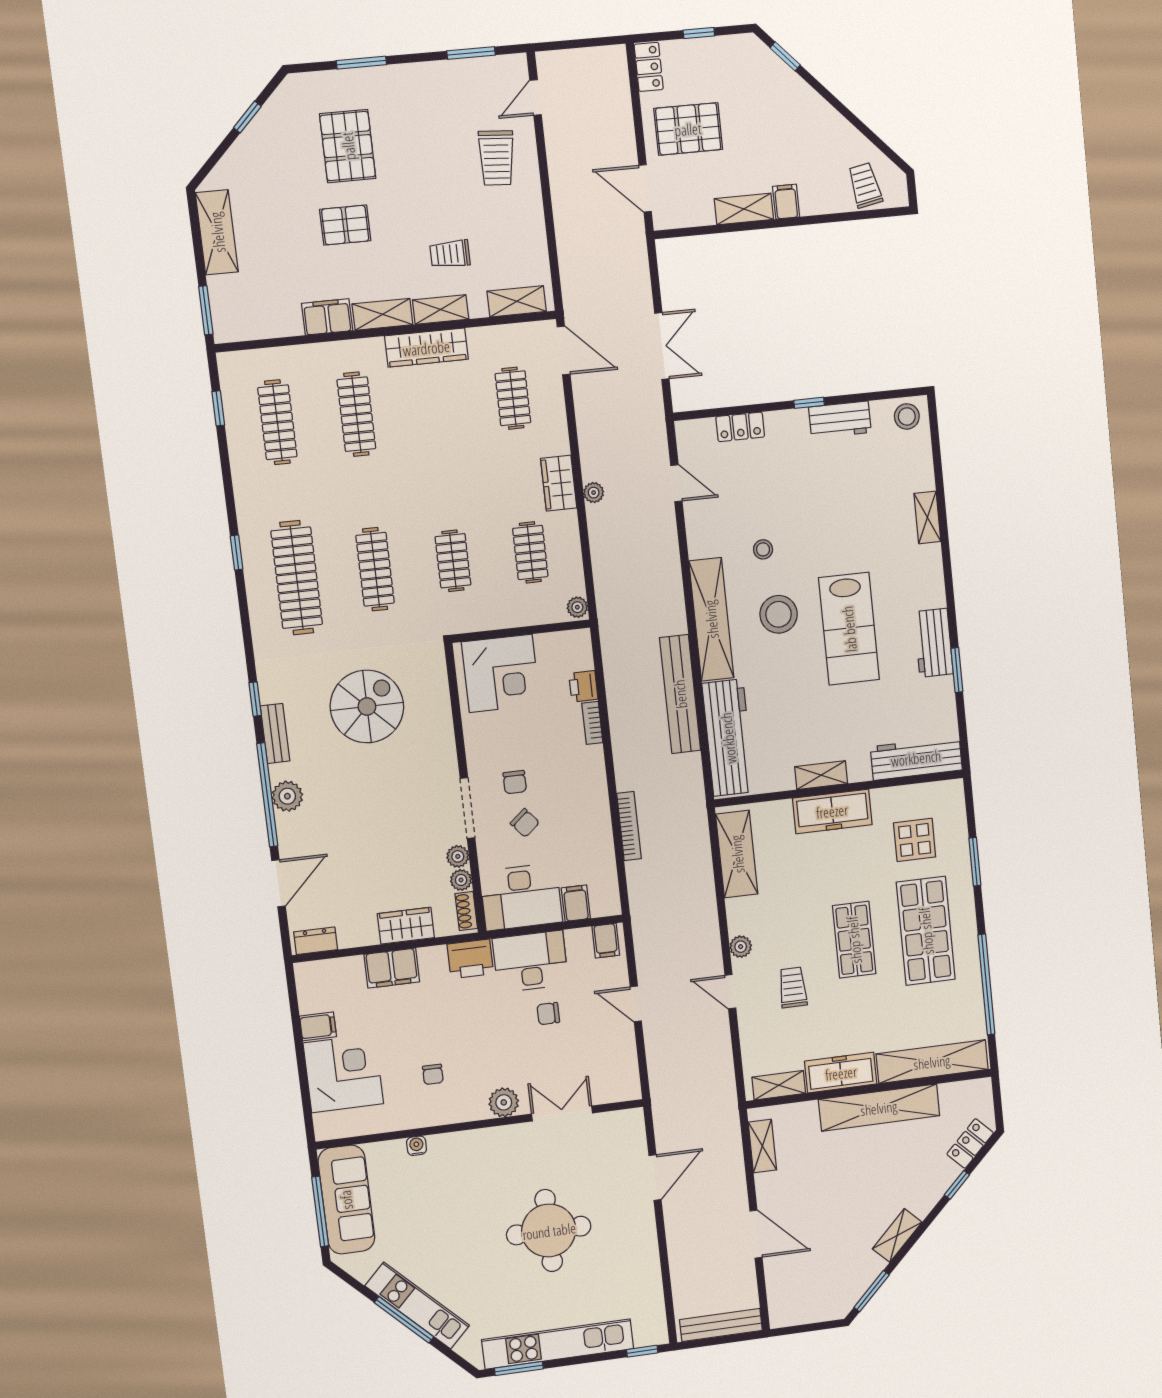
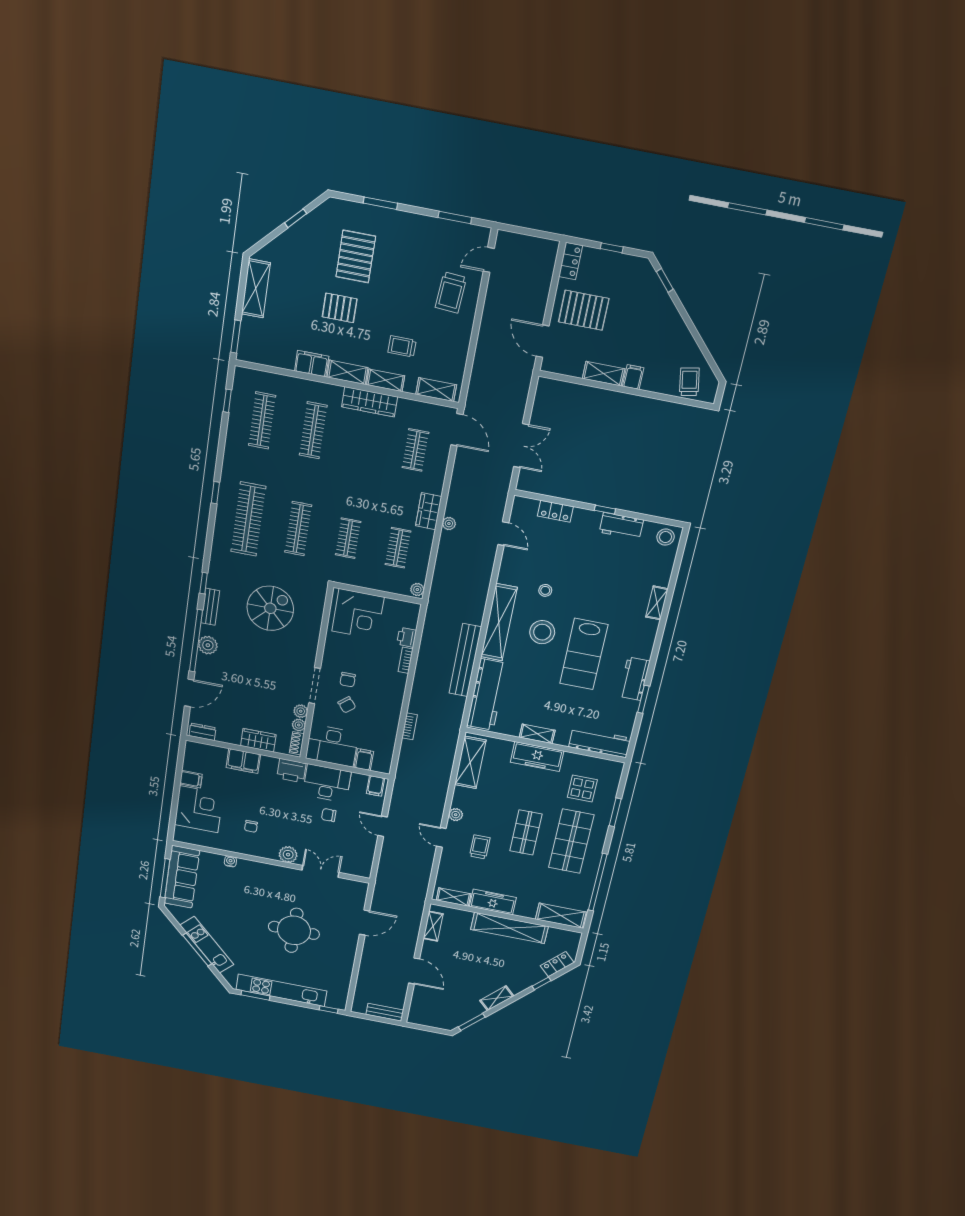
bookcase: (629, 826) -> (410, 726), width x0.64
shelving: (932, 1062) -> (561, 916), width x0.68
bench: (721, 1325) -> (385, 1012), width x0.73

